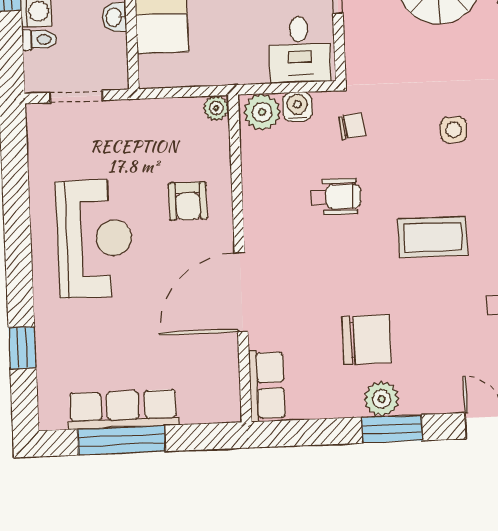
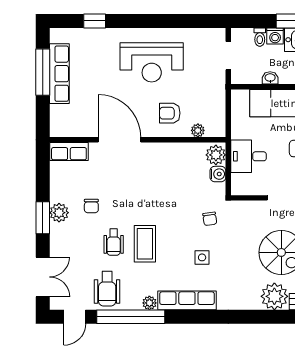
desk: (300, 49) -> (249, 156), moved
plant: (216, 108) -> (198, 130), moved
chair: (352, 126) -> (210, 219), moved
wheelchair: (336, 197) -> (114, 242), moved
chair: (367, 340) -> (91, 206), width x0.54, depth x0.54

